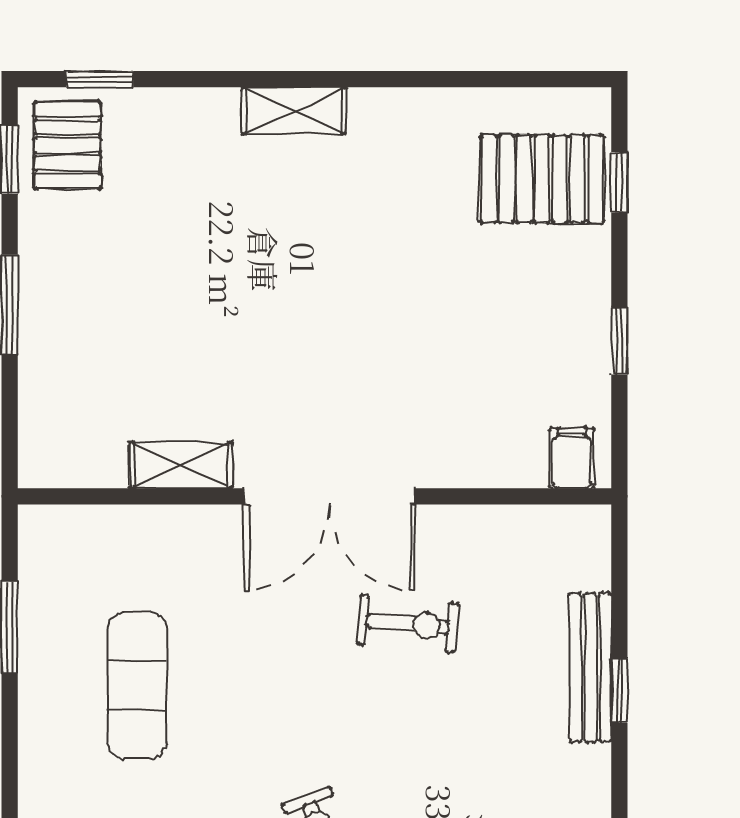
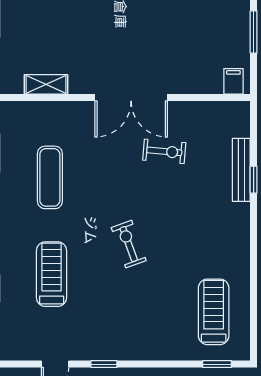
window: (619, 341) -> (254, 32), width x1.50
shelving: (181, 465) -> (46, 84), moved

